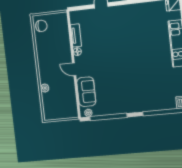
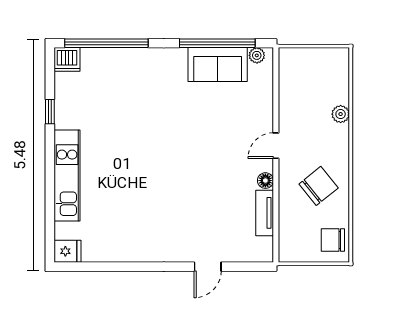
chair: (51, 52) -> (319, 186), added
door: (74, 69) -> (276, 146), swing flipped
sofa: (86, 92) -> (218, 65), moved, turned -90

